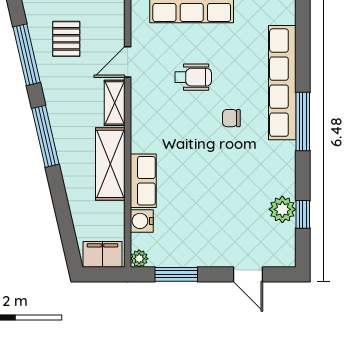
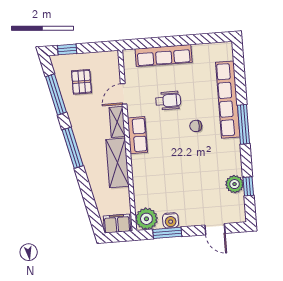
row of seats: (143, 181) -> (137, 135), moved
water cooler: (142, 221) -> (171, 220), moved, turned -90
plant: (139, 259) -> (146, 219), width x1.88, depth x1.88

